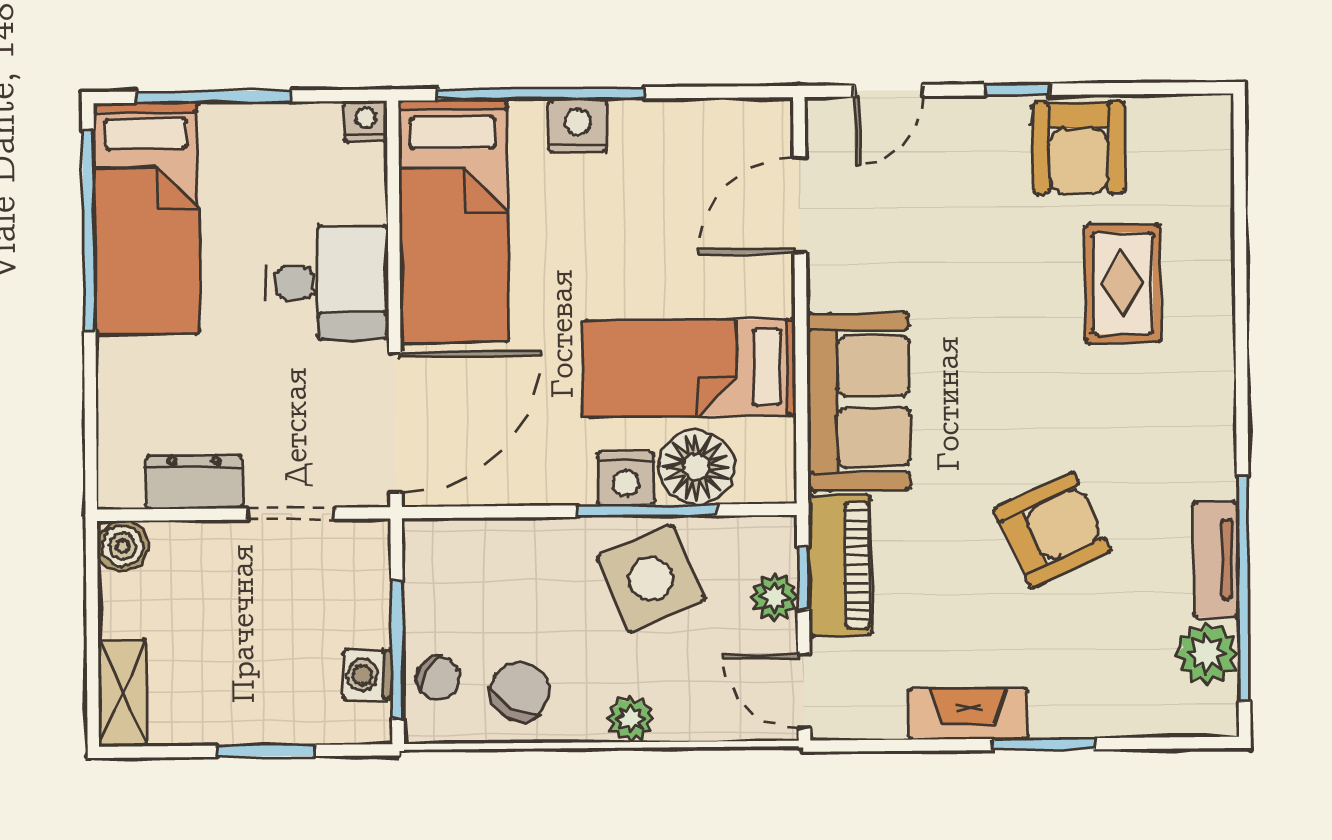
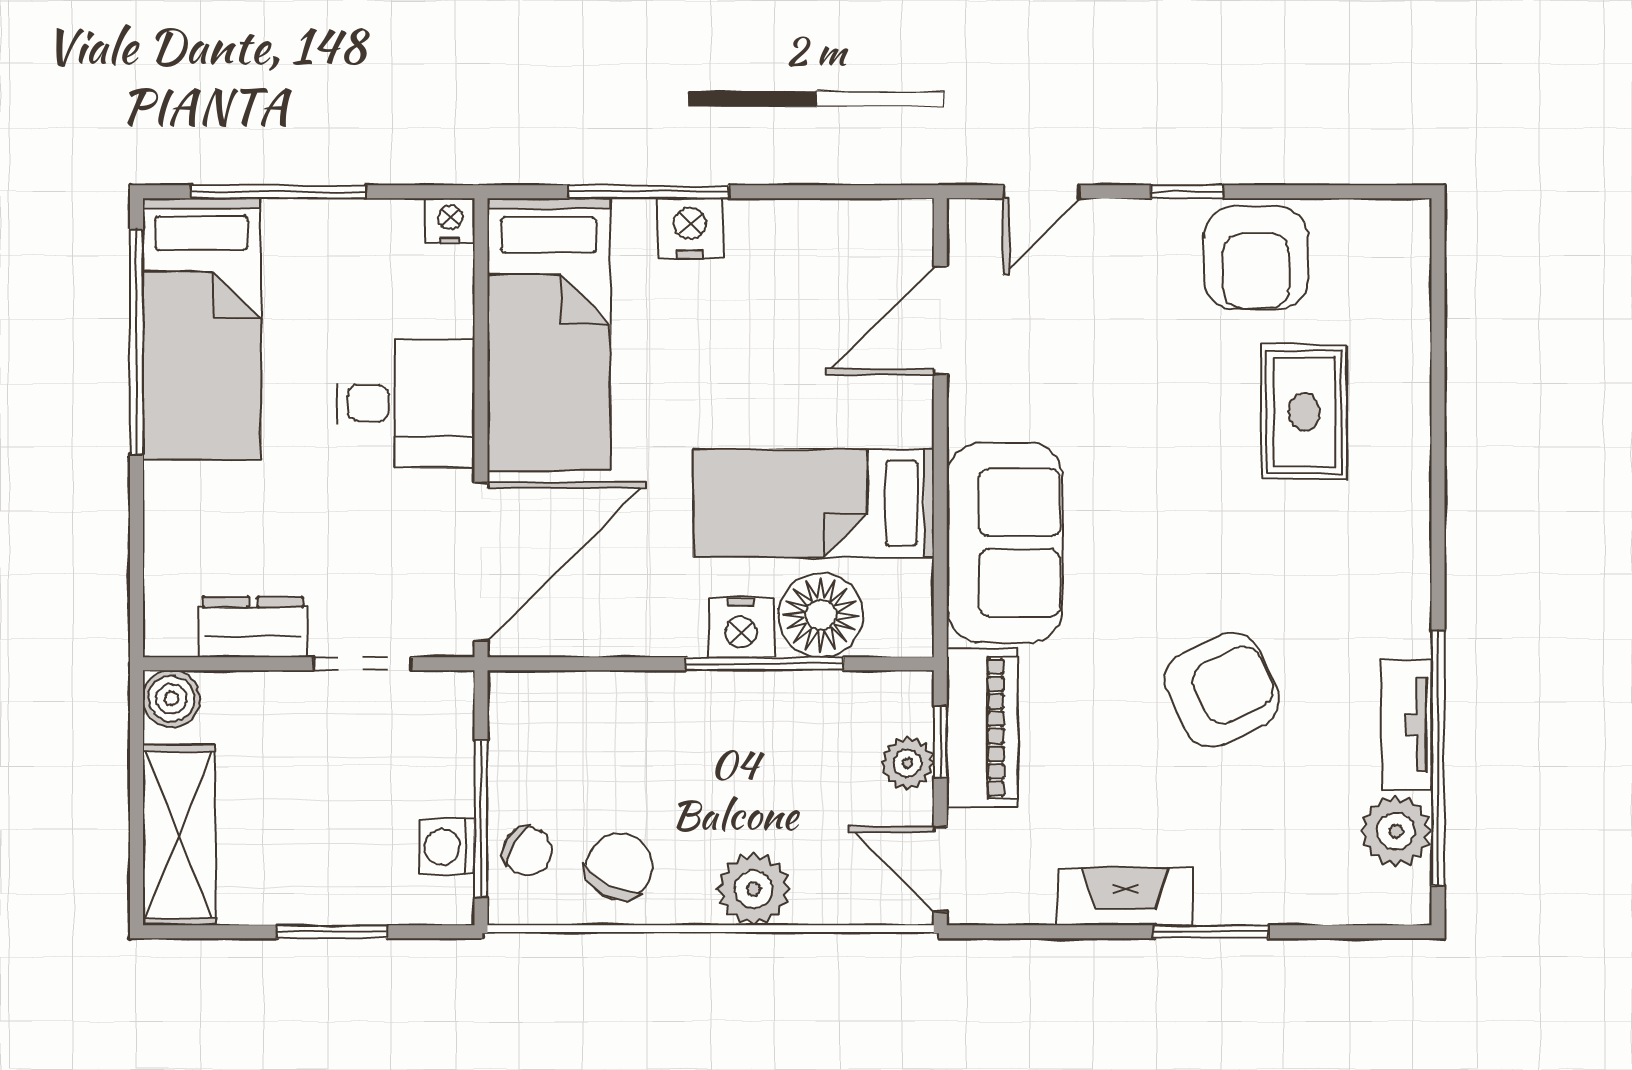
window: (541, 94) -> (649, 192), width x0.68
side table: (651, 579) -> (768, 741), removed
shelving: (122, 693) -> (179, 835), width x1.50, depth x1.33
plant: (630, 719) -> (754, 889), width x1.38, depth x1.38

